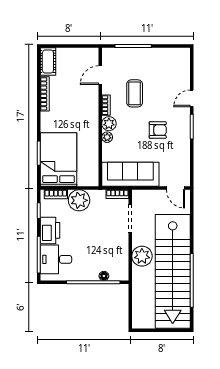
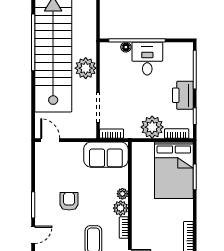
armchair: (158, 130) -> (69, 201), turned 90
sofa: (130, 174) -> (106, 155), width x0.73
desk: (56, 259) -> (147, 59), moved, turned -90

